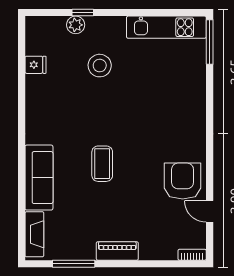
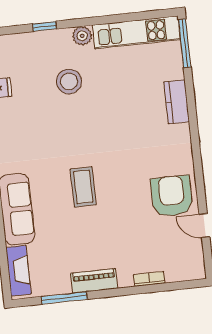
plant: (76, 25) -> (82, 36), moved
kitchen counter: (196, 95) -> (177, 102), added
piano: (117, 251) -> (94, 281), moved
bookcase: (192, 255) -> (149, 279), moved

